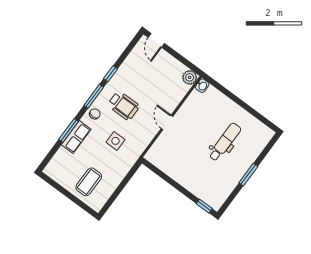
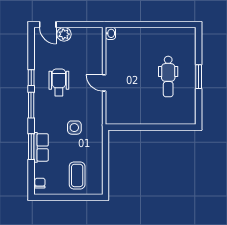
plant: (190, 77) -> (64, 34), moved
wheelchair: (124, 106) -> (59, 82), moved, turned -90
chair: (95, 114) -> (40, 183), moved
dental chair: (225, 142) -> (168, 77), moved, turned 180
window: (204, 206) -> (182, 127), removed

